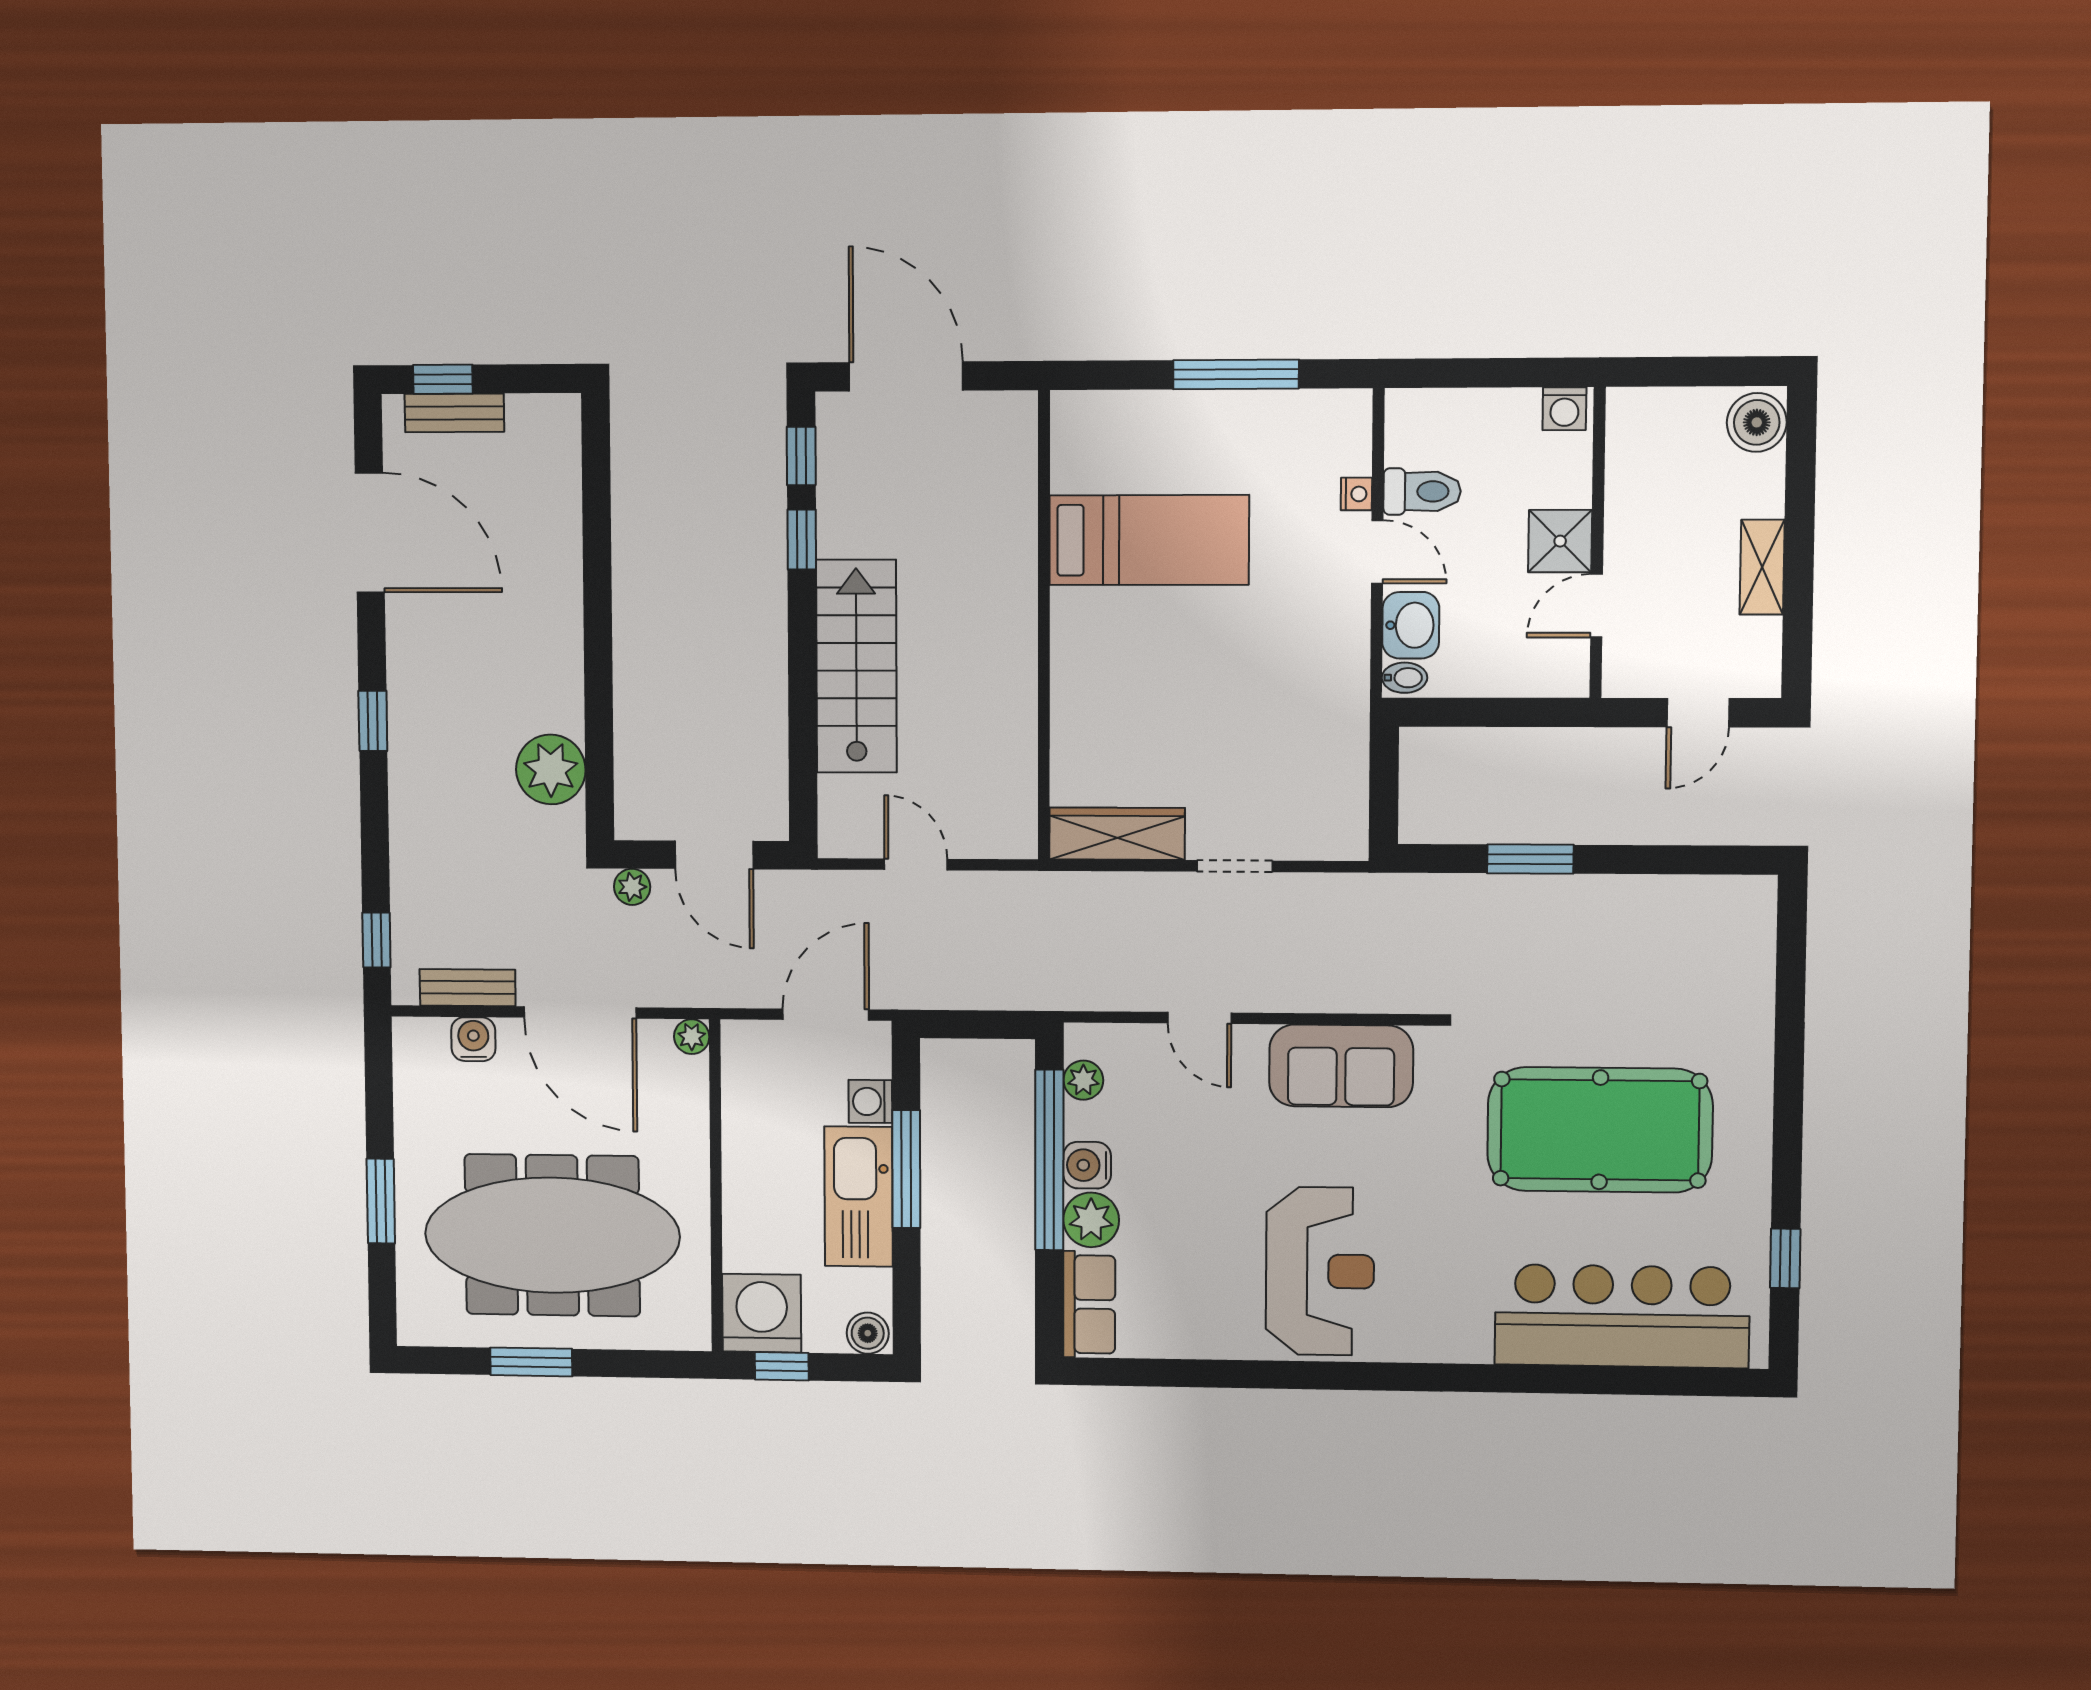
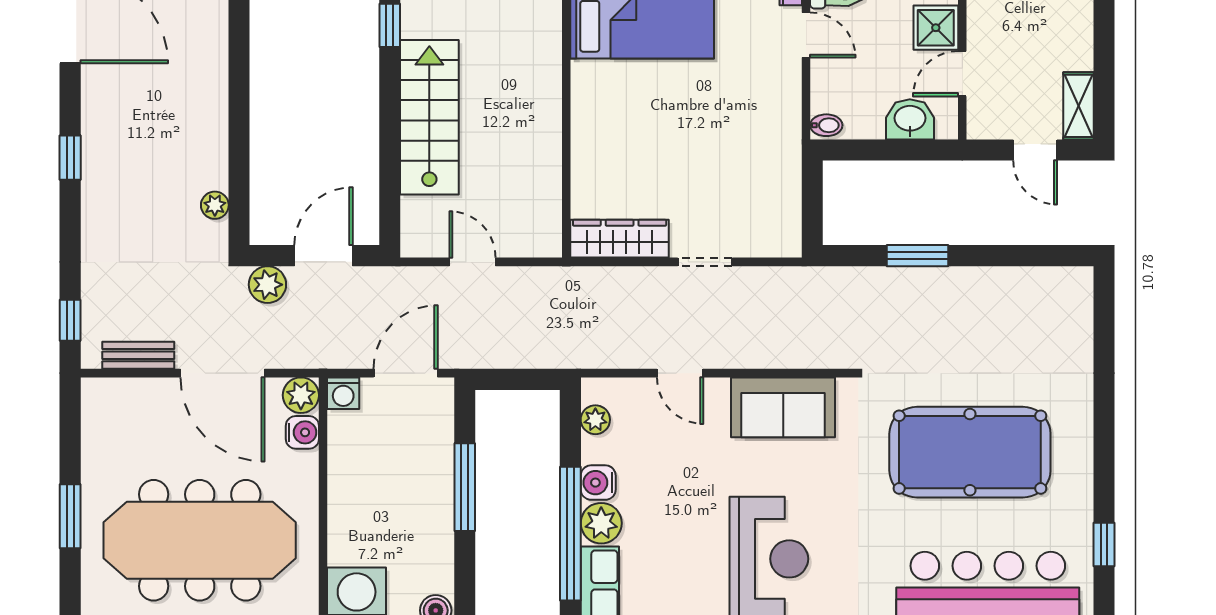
shelving: (1762, 567) -> (1078, 106), moved
washbasin: (1411, 625) -> (910, 119), moved, turned -90
door: (1698, 713) -> (1035, 150), hinge flipped
plant: (551, 769) -> (215, 205), width x0.53, depth x0.53
door: (714, 855) -> (324, 256), swing flipped
plant: (632, 887) -> (267, 285), width x1.38, depth x1.38
plant: (692, 1037) -> (301, 395), width x1.38, depth x1.38
water cooler: (473, 1039) -> (302, 432), moved, turned 90
washing machine: (870, 1101) -> (343, 393), moved, turned -90
window: (1049, 1160) -> (570, 534), moved
kitchen sink: (859, 1197) -> (429, 508), removed

